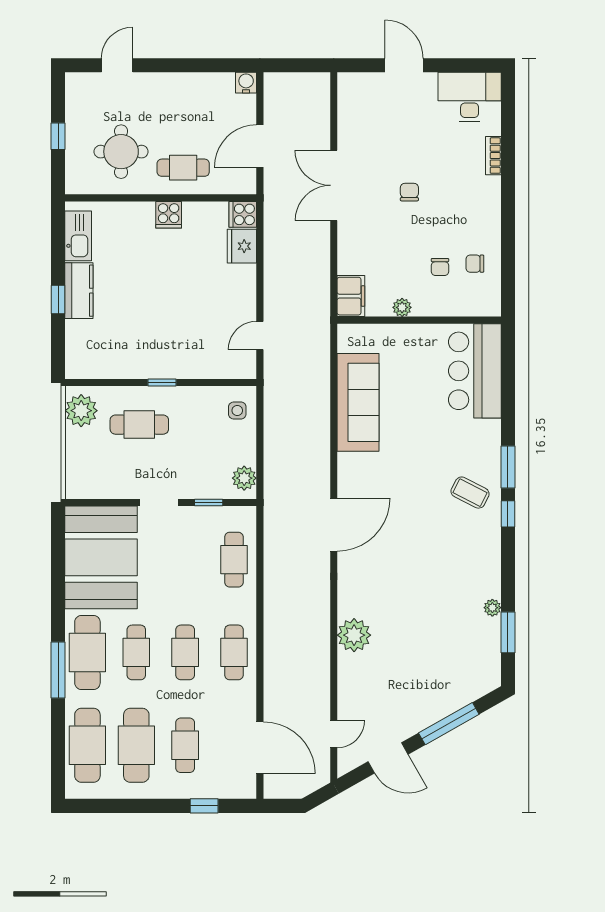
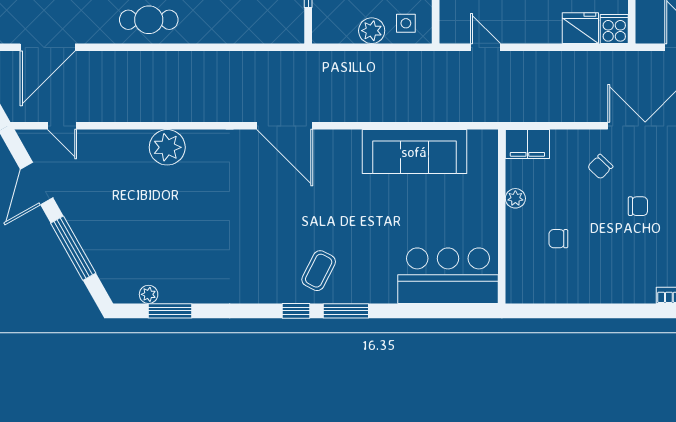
chair: (475, 264) -> (600, 167), moved, turned -136
plant: (244, 478) -> (372, 31), moved
cafe table: (234, 560) -> (247, 20), removed
plant: (492, 608) -> (149, 294), moved

